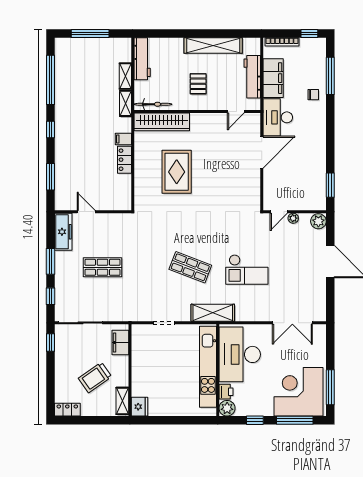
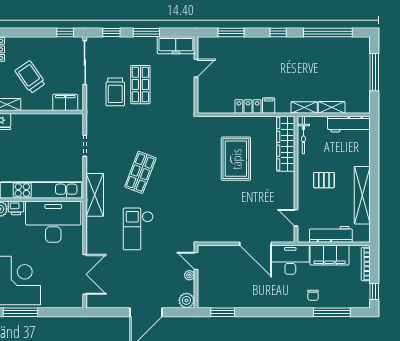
rug: (177, 172) -> (236, 159), turned 90
trolley: (110, 292) -> (115, 92), added
double door: (292, 323) -> (85, 274), swing flipped

